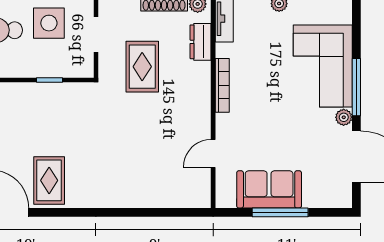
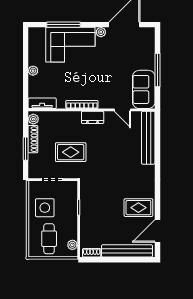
dresser: (201, 42) -> (93, 117), moved
window: (356, 87) -> (63, 25), moved
sofa: (269, 189) -> (144, 89), moved
bench: (166, 197) -> (148, 138), added

